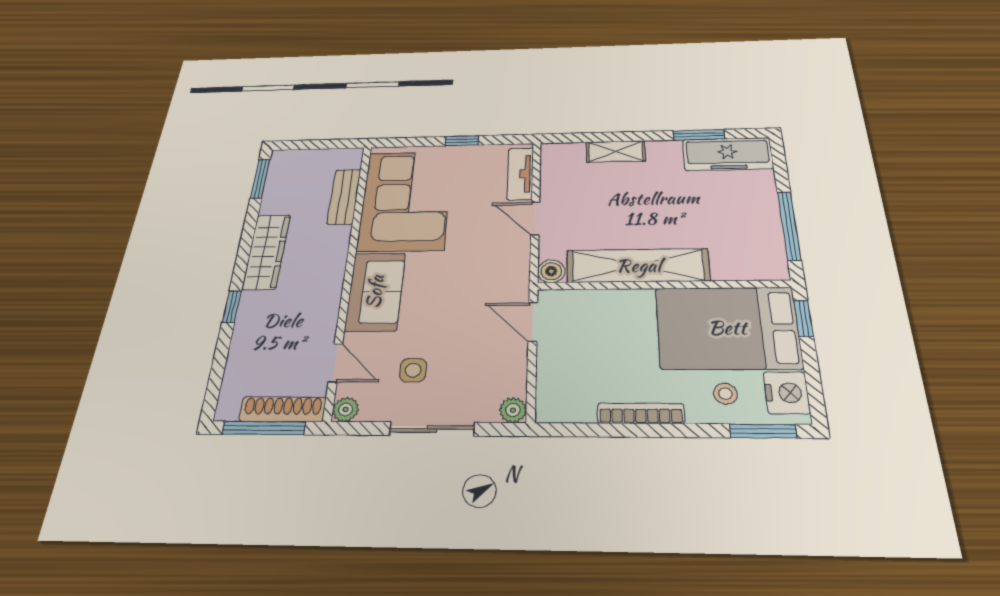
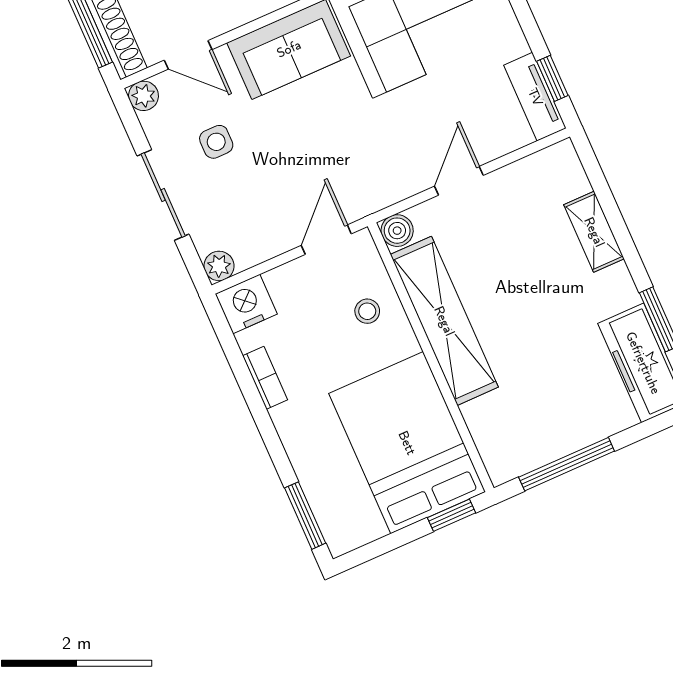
window: (462, 141) -> (552, 78), moved
tv unit: (520, 174) -> (535, 97), moved, turned -90
door: (336, 363) -> (188, 55), hinge flipped
nightstand: (787, 393) -> (246, 304), moved, turned 180
stool: (725, 394) -> (367, 311), moved
bookcase: (641, 413) -> (265, 378), width x0.64

